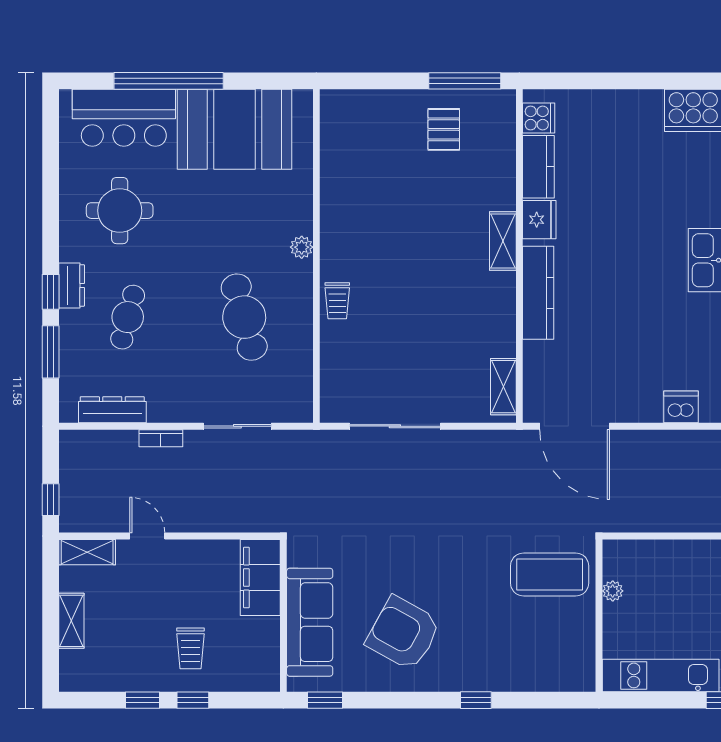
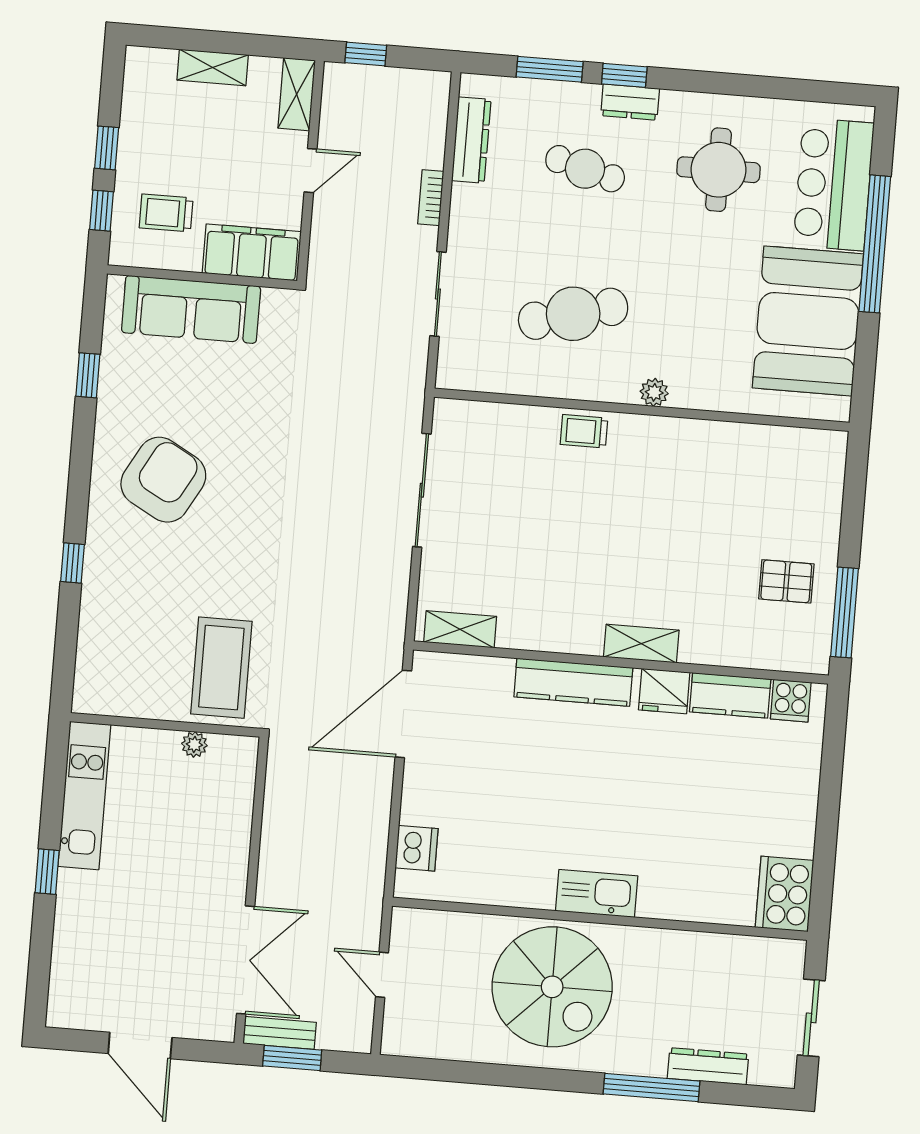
filing cabinet: (260, 578) -> (252, 252), moved
wall: (283, 616) -> (202, 277), moved
sofa: (310, 622) -> (191, 309), moved

